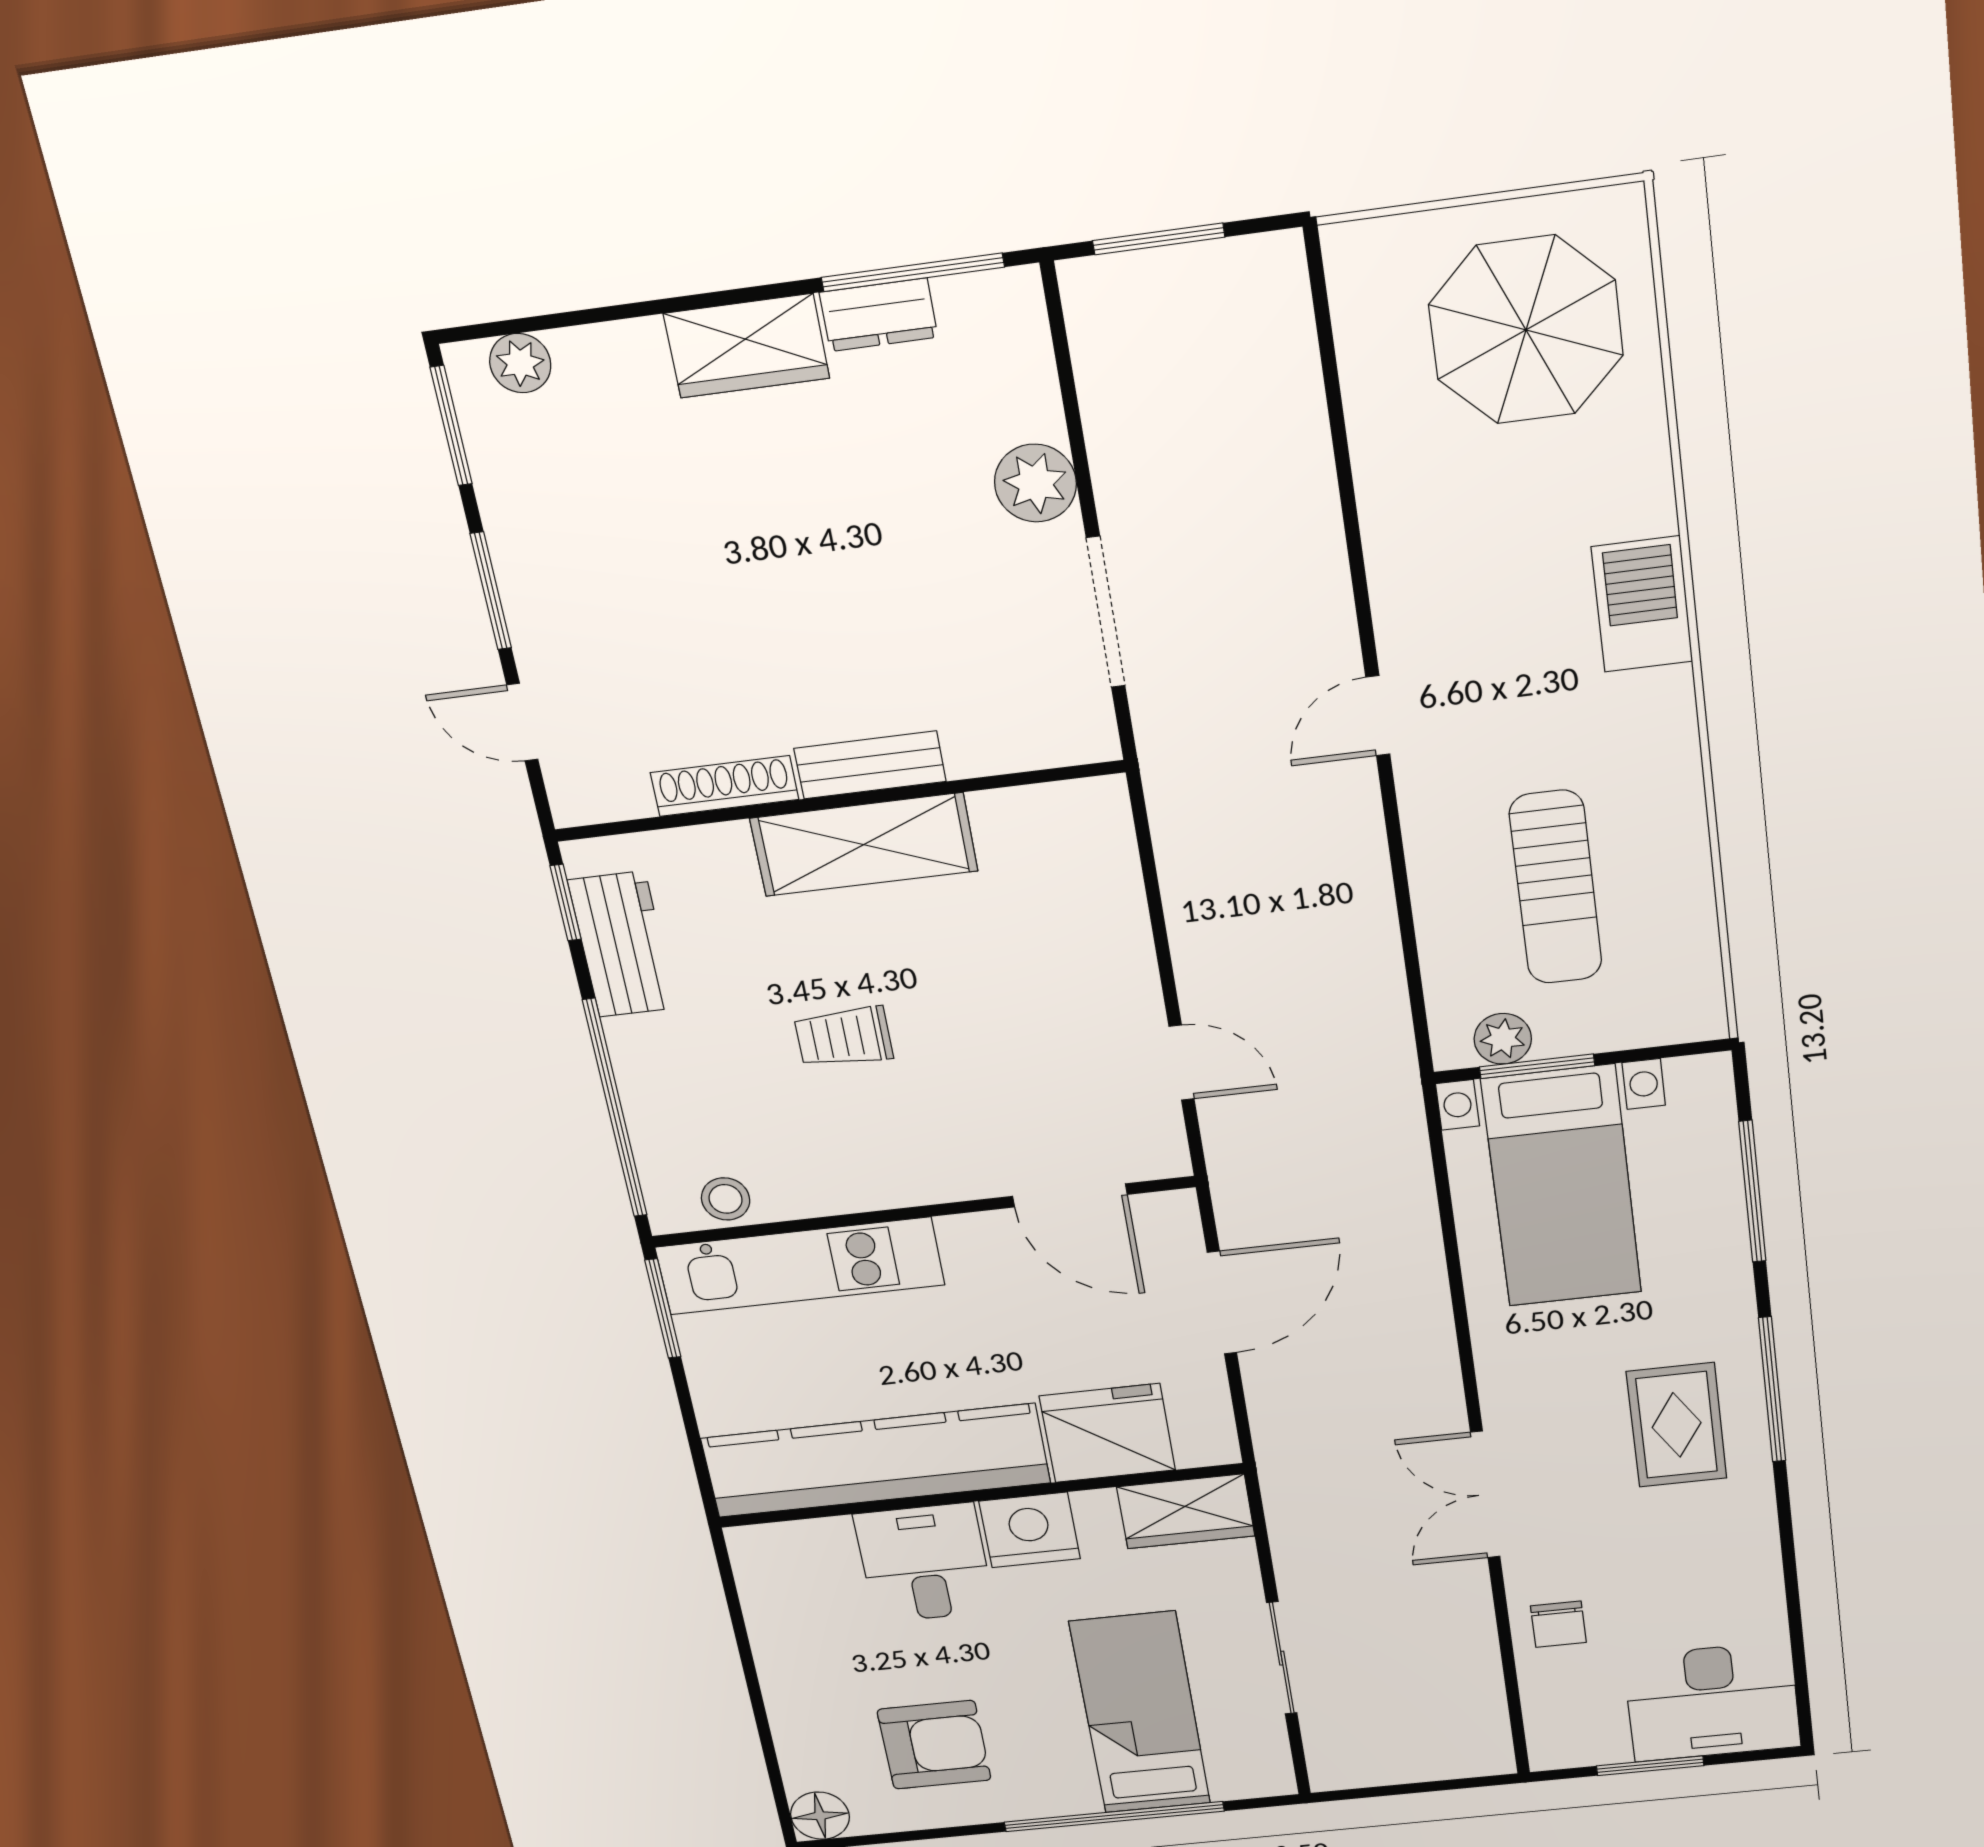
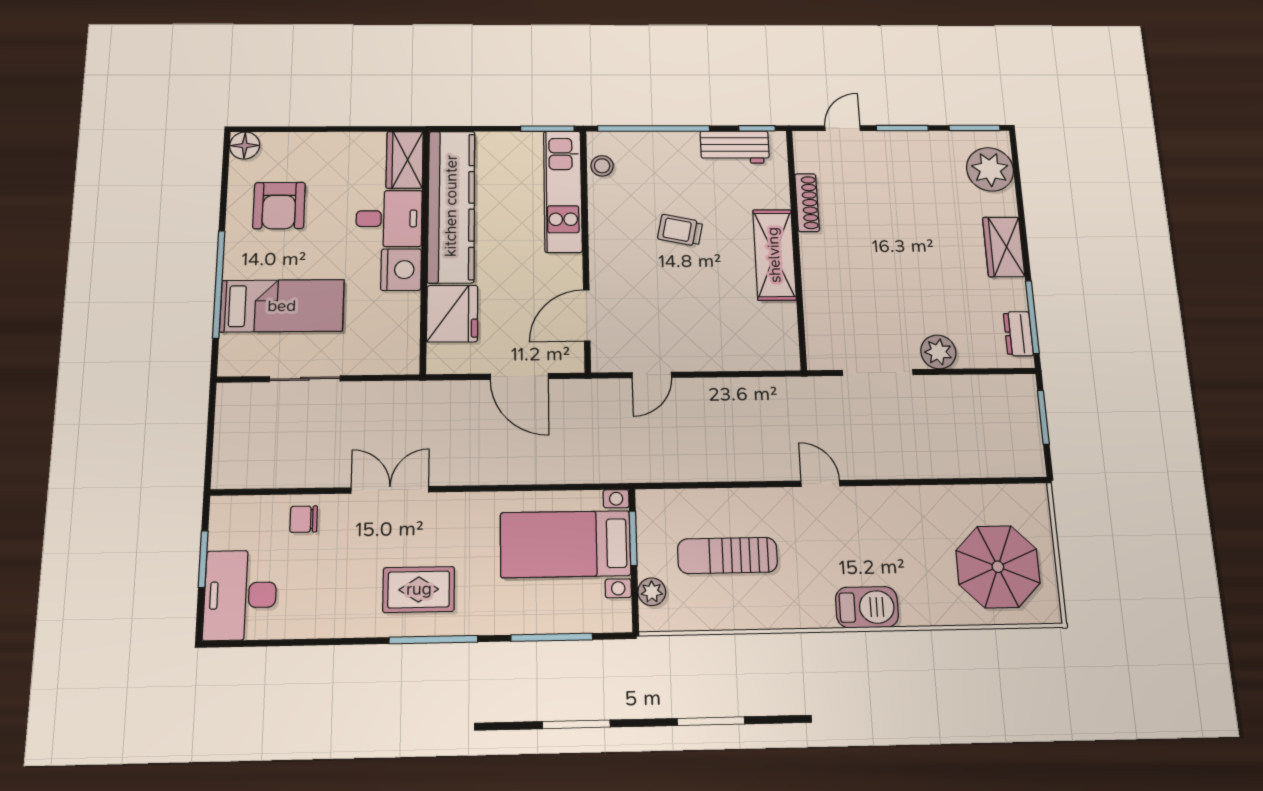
dresser: (879, 315) -> (1018, 334), moved
plant: (520, 363) -> (990, 169), width x1.87, depth x1.87
bench: (870, 765) -> (812, 264), removed
trolley: (844, 1037) -> (680, 230), turned -78
plant: (1503, 1039) -> (652, 592), moved
wardrobe: (1186, 1511) -> (405, 160), moved

